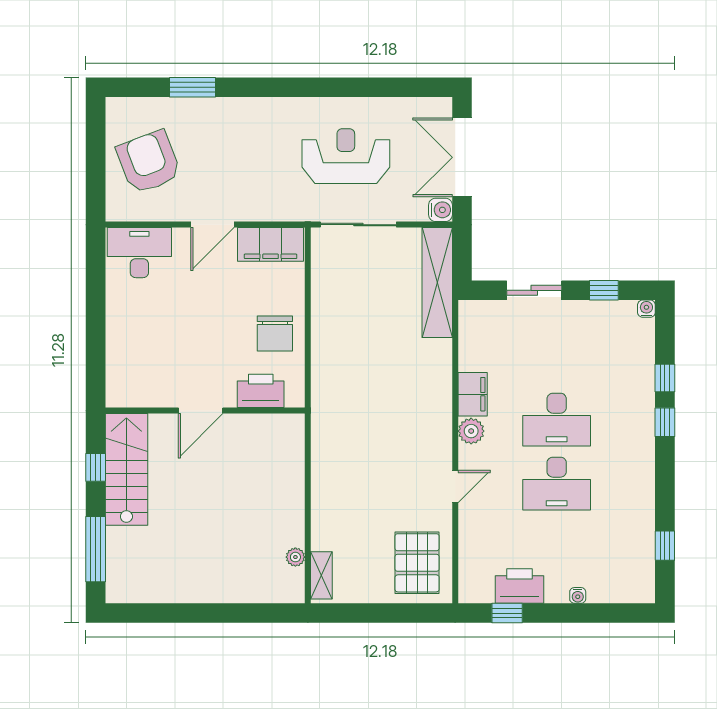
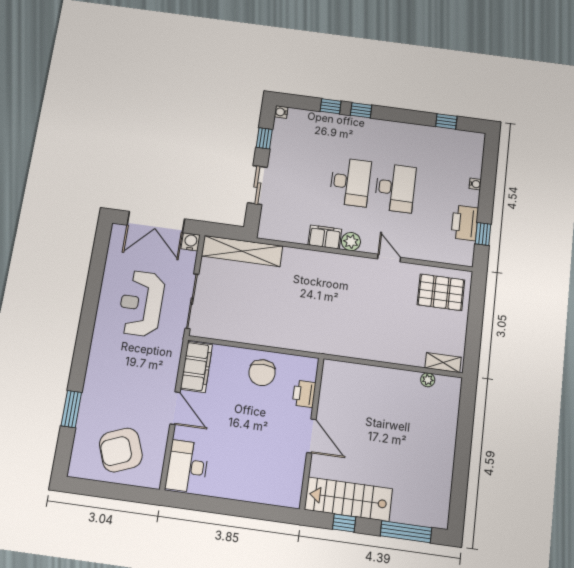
chair: (275, 334) -> (262, 373), turned 90
printer: (261, 391) -> (304, 394), width x0.73, depth x0.84

